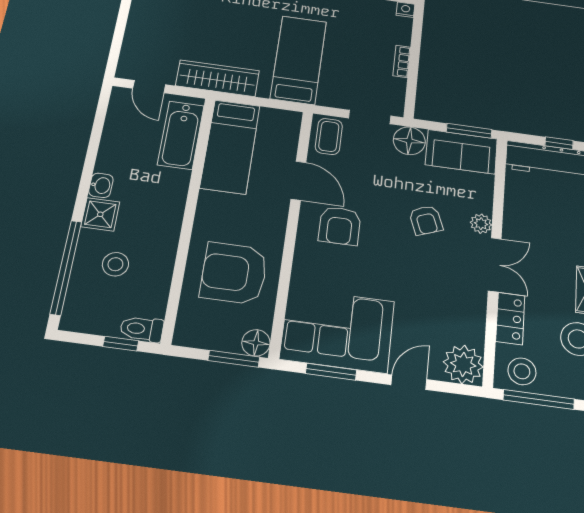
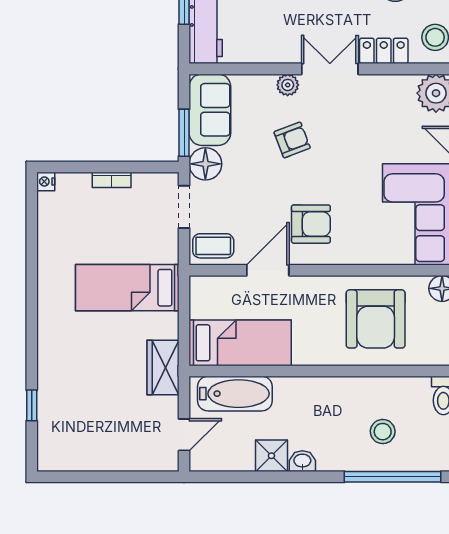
wardrobe: (217, 78) -> (163, 367), width x0.67
window: (469, 131) -> (184, 133), moved
shower: (100, 214) -> (271, 456), moved

